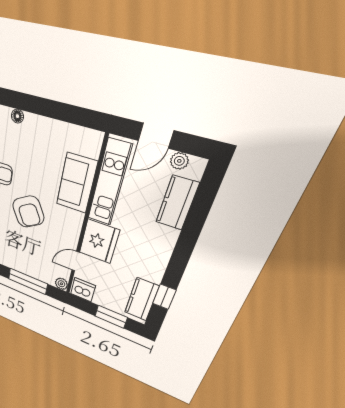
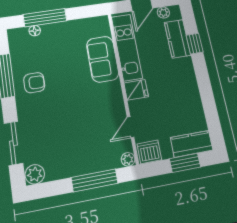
window: (32, 104) -> (45, 18), added
armchair: (28, 212) -> (70, 105), removed
fridge: (99, 241) -> (136, 90), width x0.53, depth x0.75
window: (164, 297) -> (195, 44), moved
kitchen counter: (142, 299) -> (192, 144), moved, turned 90

